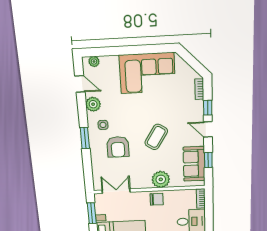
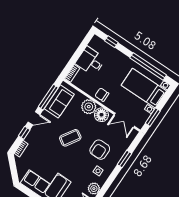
door: (208, 129) -> (34, 118), hinge flipped
window: (85, 138) -> (124, 159), moved
armchair: (118, 147) -> (100, 150), turned 180
window: (208, 160) -> (48, 97), width x2.17
floor lamp: (142, 181) -> (101, 115), added

